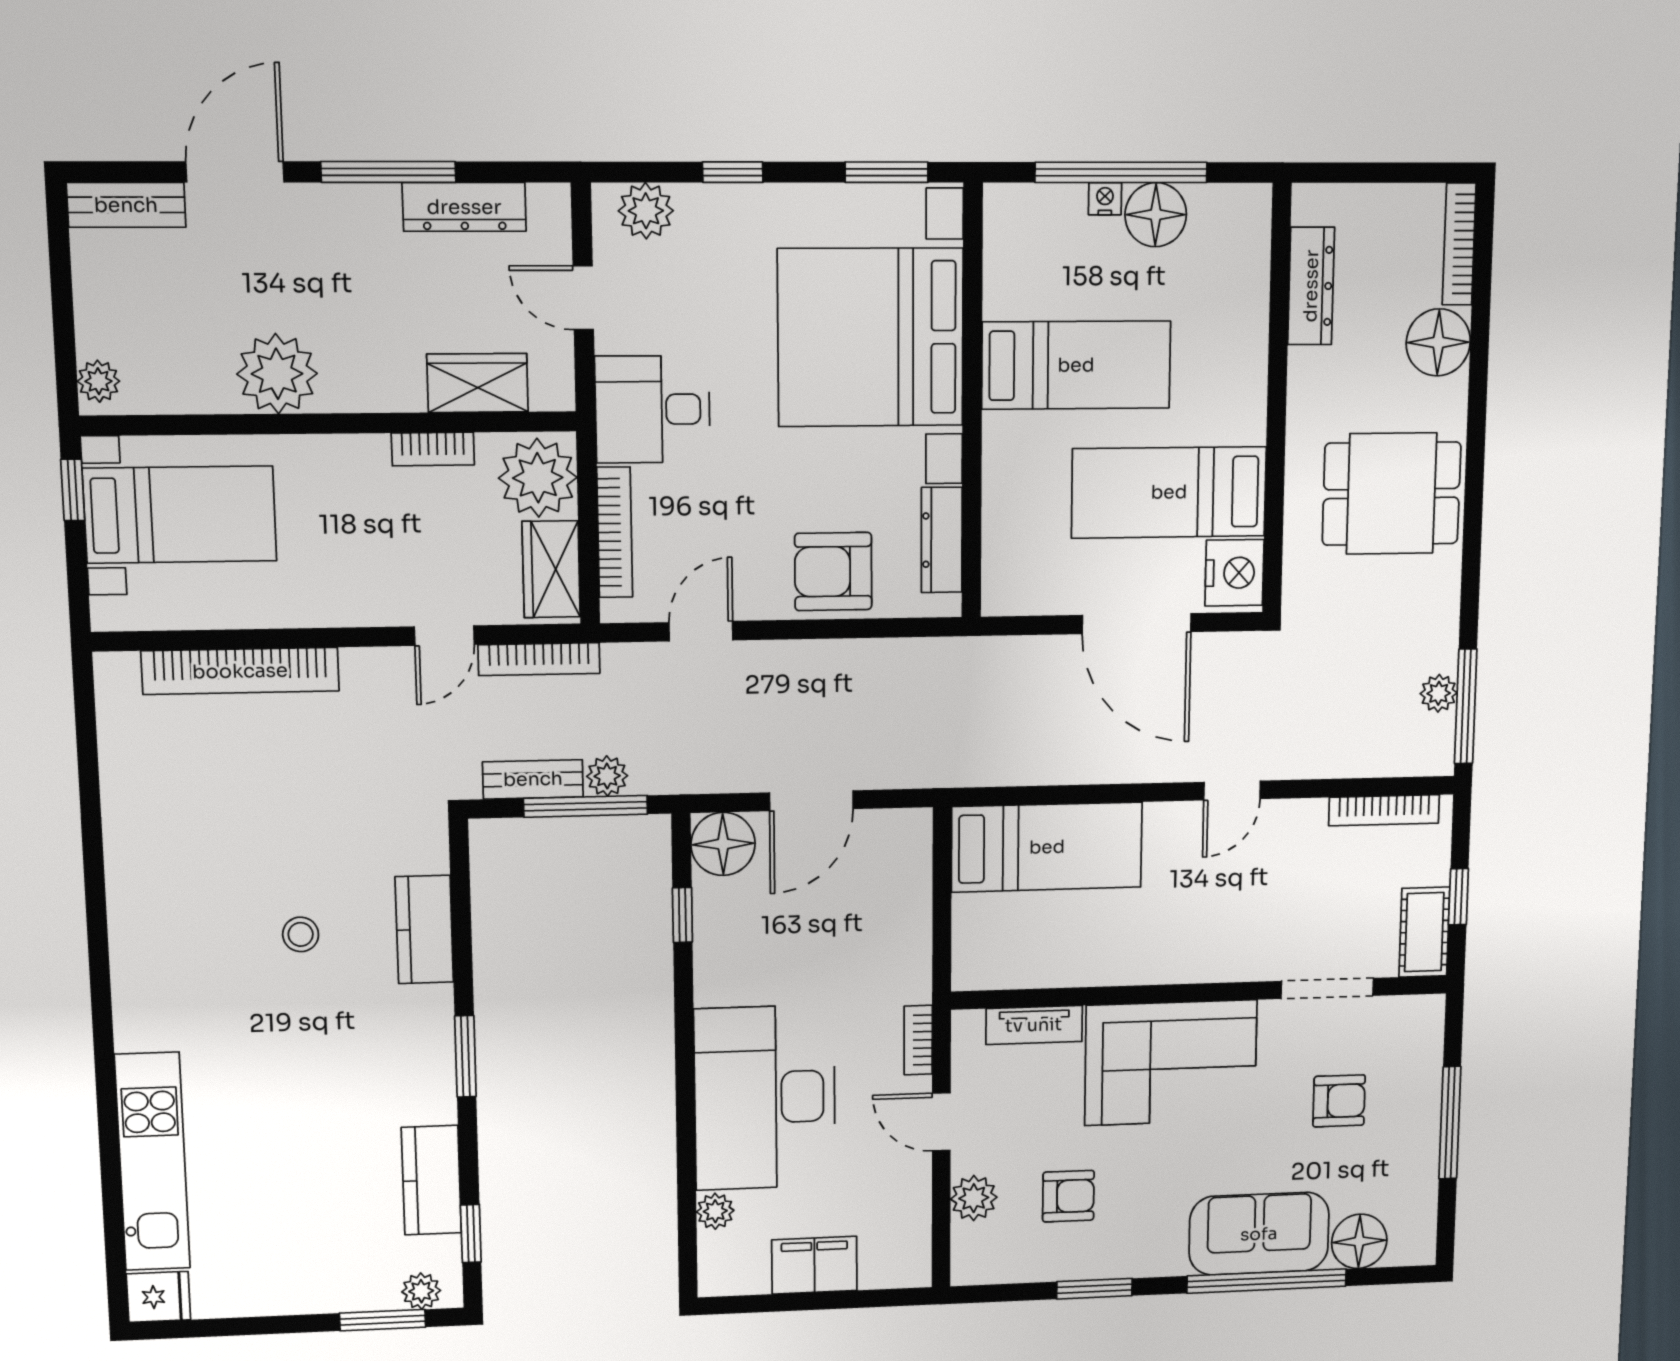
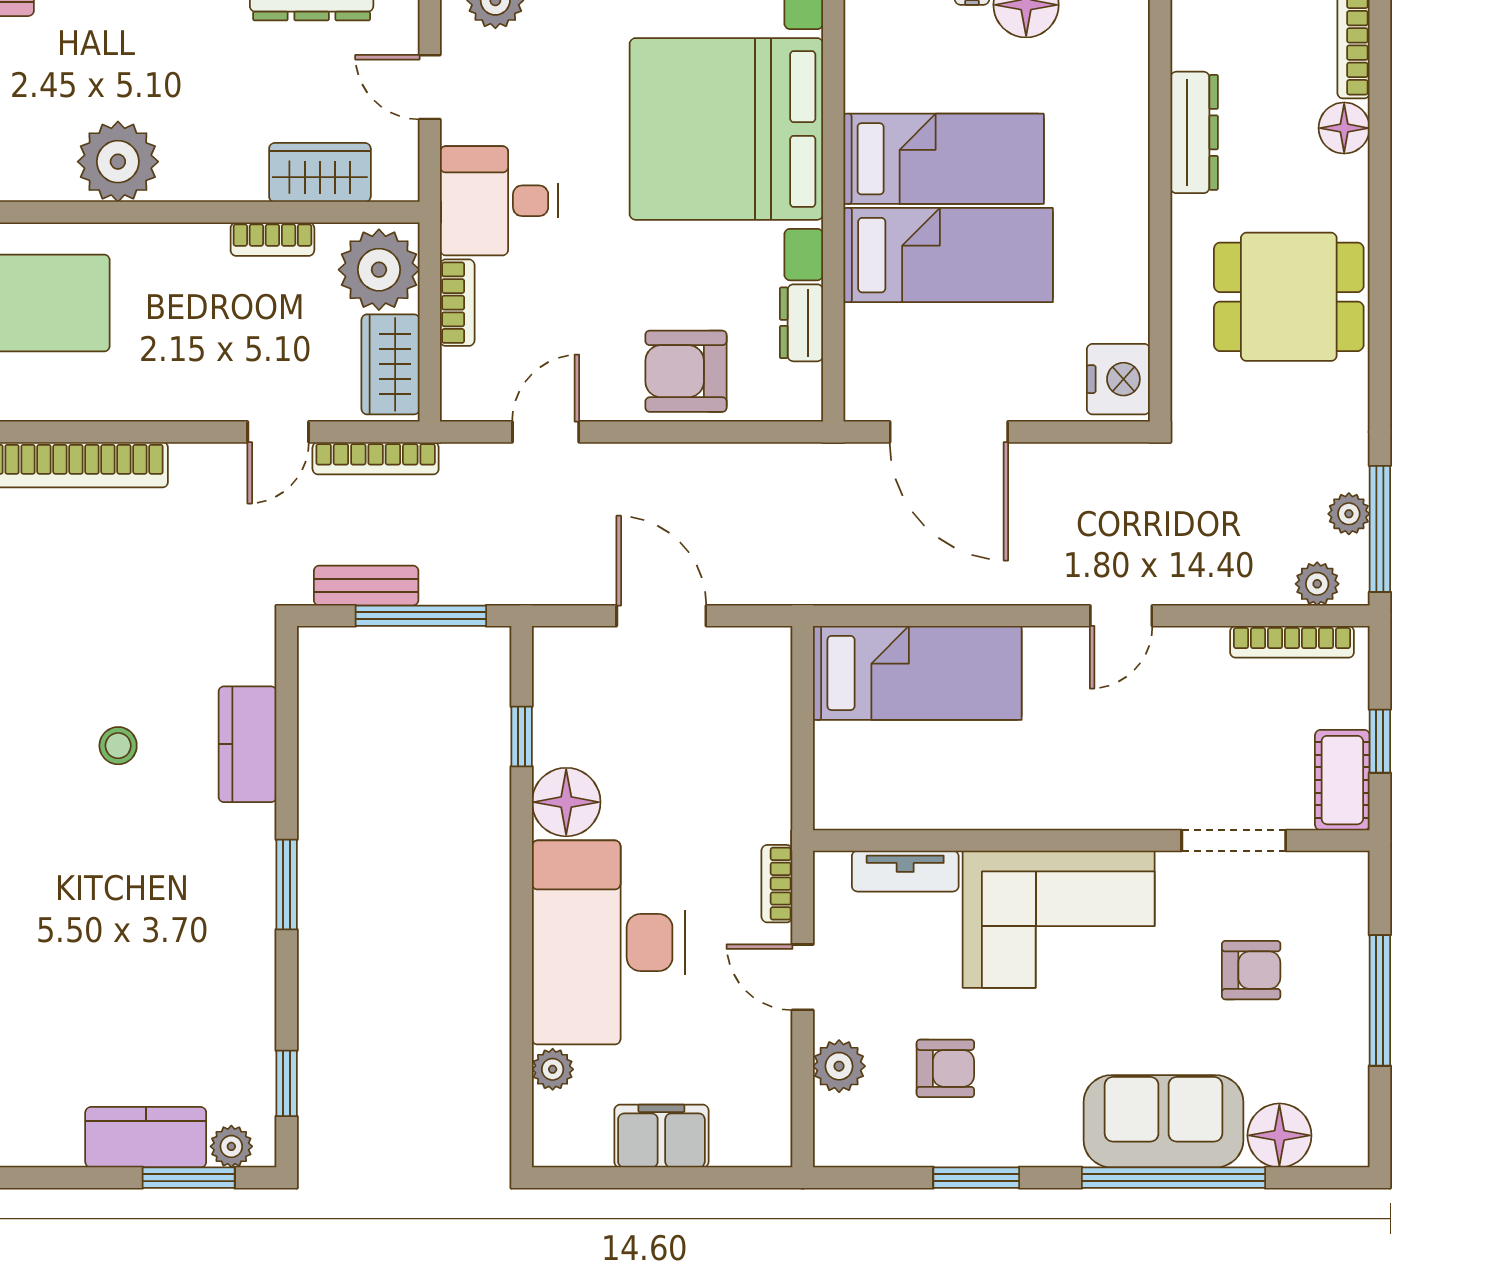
dresser: (1311, 286) -> (1194, 132), moved
floor lamp: (1438, 342) -> (1344, 128), width x0.73, depth x0.73
bed: (1169, 492) -> (948, 255), moved, turned 180
bookcase: (615, 532) -> (457, 303), width x0.64
dresser: (942, 540) -> (801, 323), width x0.70
door: (1137, 624) -> (949, 432), moved
plant: (607, 776) -> (1317, 584), moved
door: (811, 801) -> (661, 616), swing flipped
floor lamp: (723, 844) -> (566, 802), moved
kitchen counter: (431, 1180) -> (146, 1137), moved, turned 90

